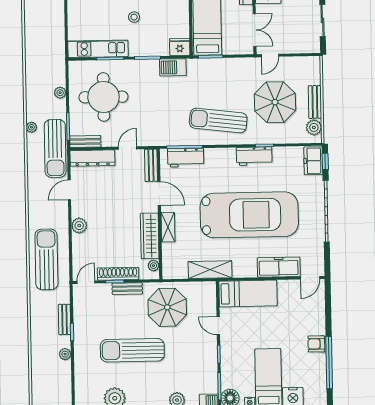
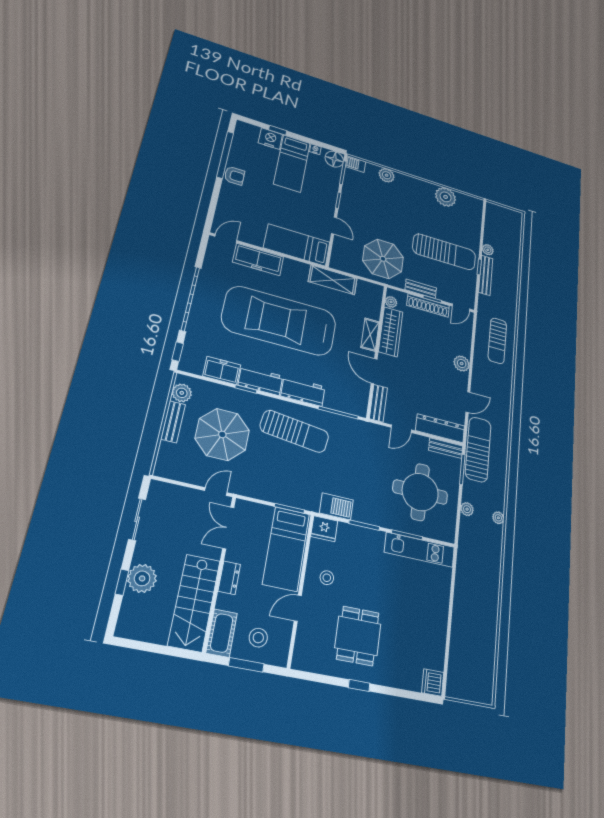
stool: (134, 17) -> (327, 578), moved
plant: (31, 127) -> (498, 518), moved
workbench: (186, 158) -> (303, 391), moved
freezer: (313, 161) -> (222, 371), moved, turned -90
sun lounger: (46, 259) -> (497, 341), width x0.73, depth x0.75
bench: (64, 319) -> (486, 275), width x1.36
sun lounger: (132, 350) -> (444, 252), moved

